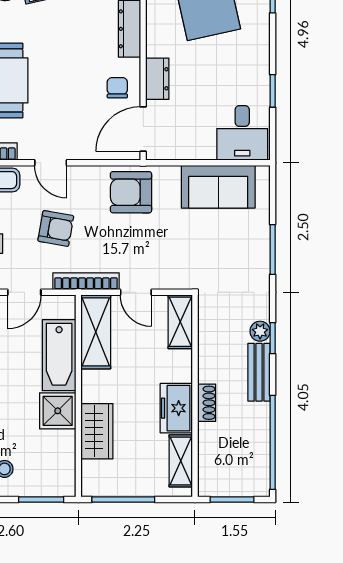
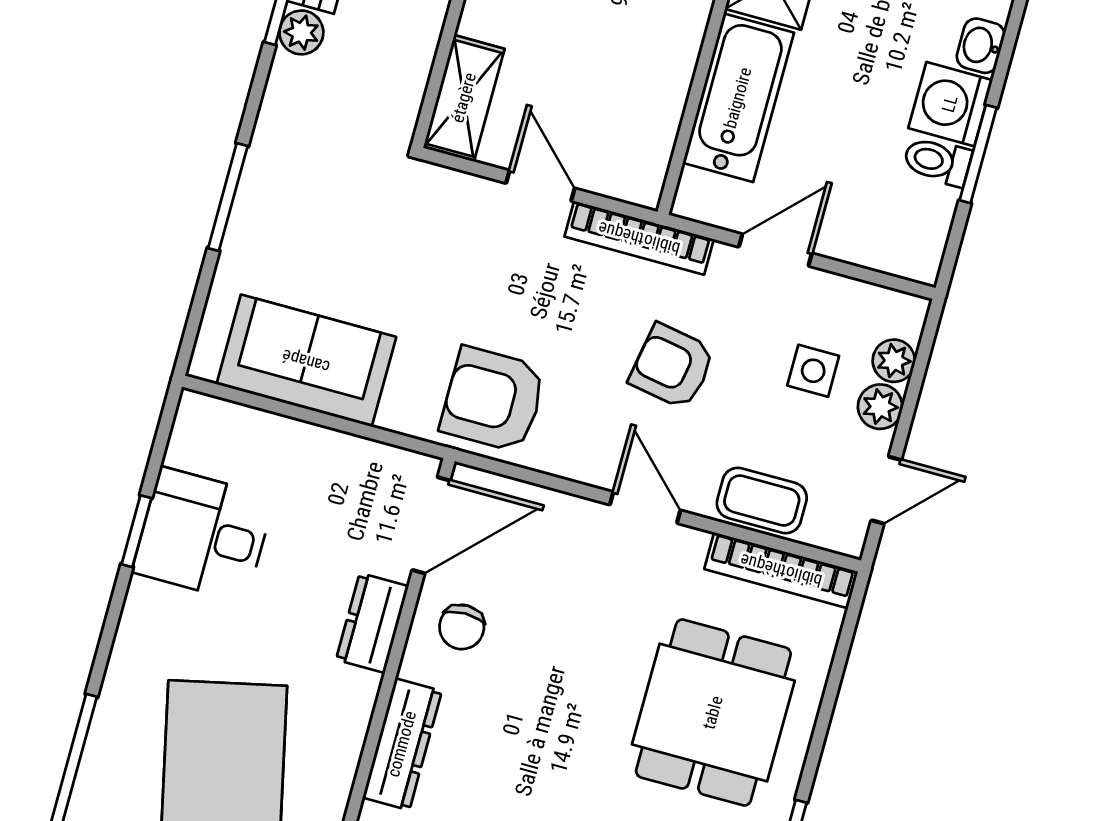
desk: (242, 133) -> (203, 535), moved, turned -90
armchair: (131, 192) -> (493, 399), turned 180
shelving: (96, 332) -> (648, 126), removed

